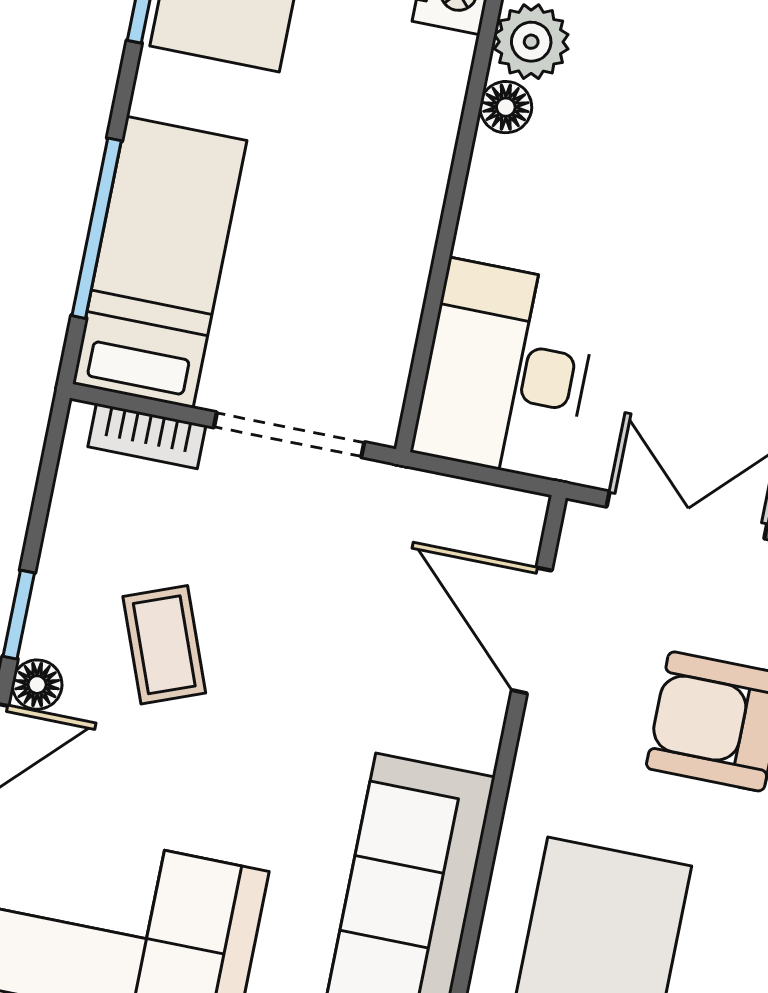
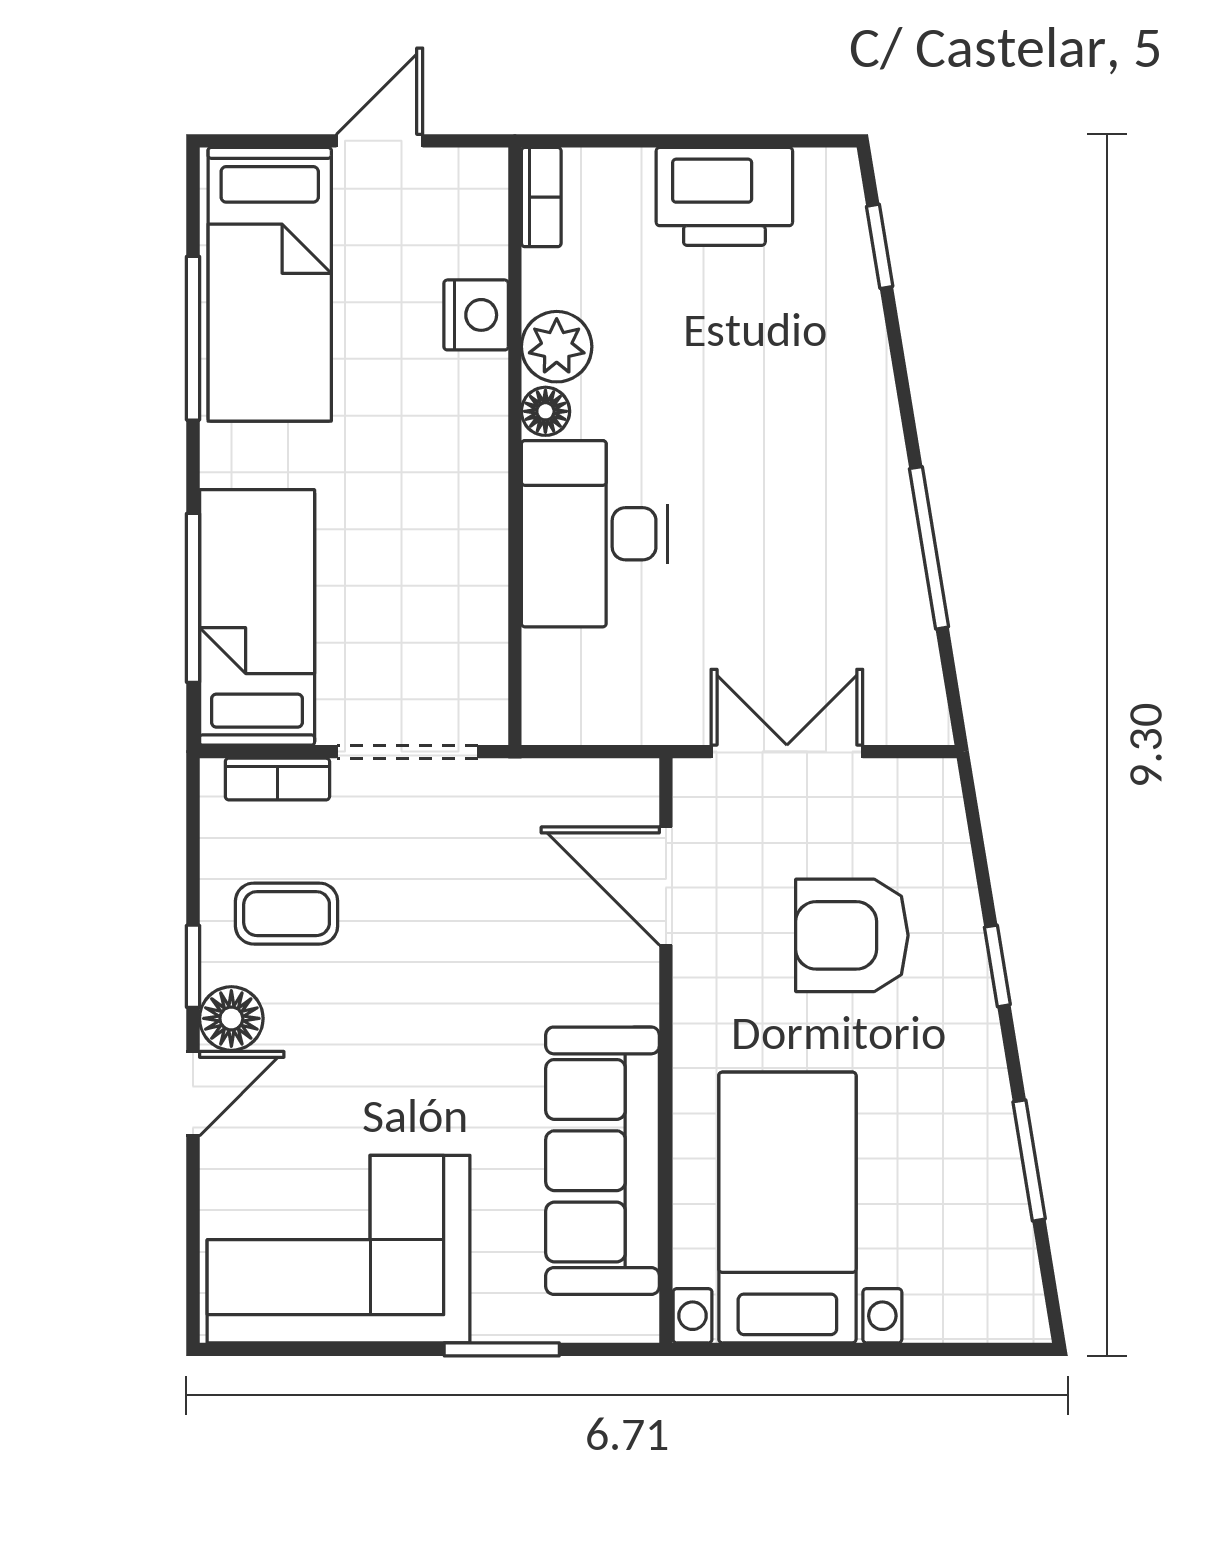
desk: (506, 370) -> (595, 534), moved
coffee table: (164, 645) -> (287, 914), moved, turned -69
floor lamp: (37, 685) -> (231, 1018), width x1.37, depth x1.37

